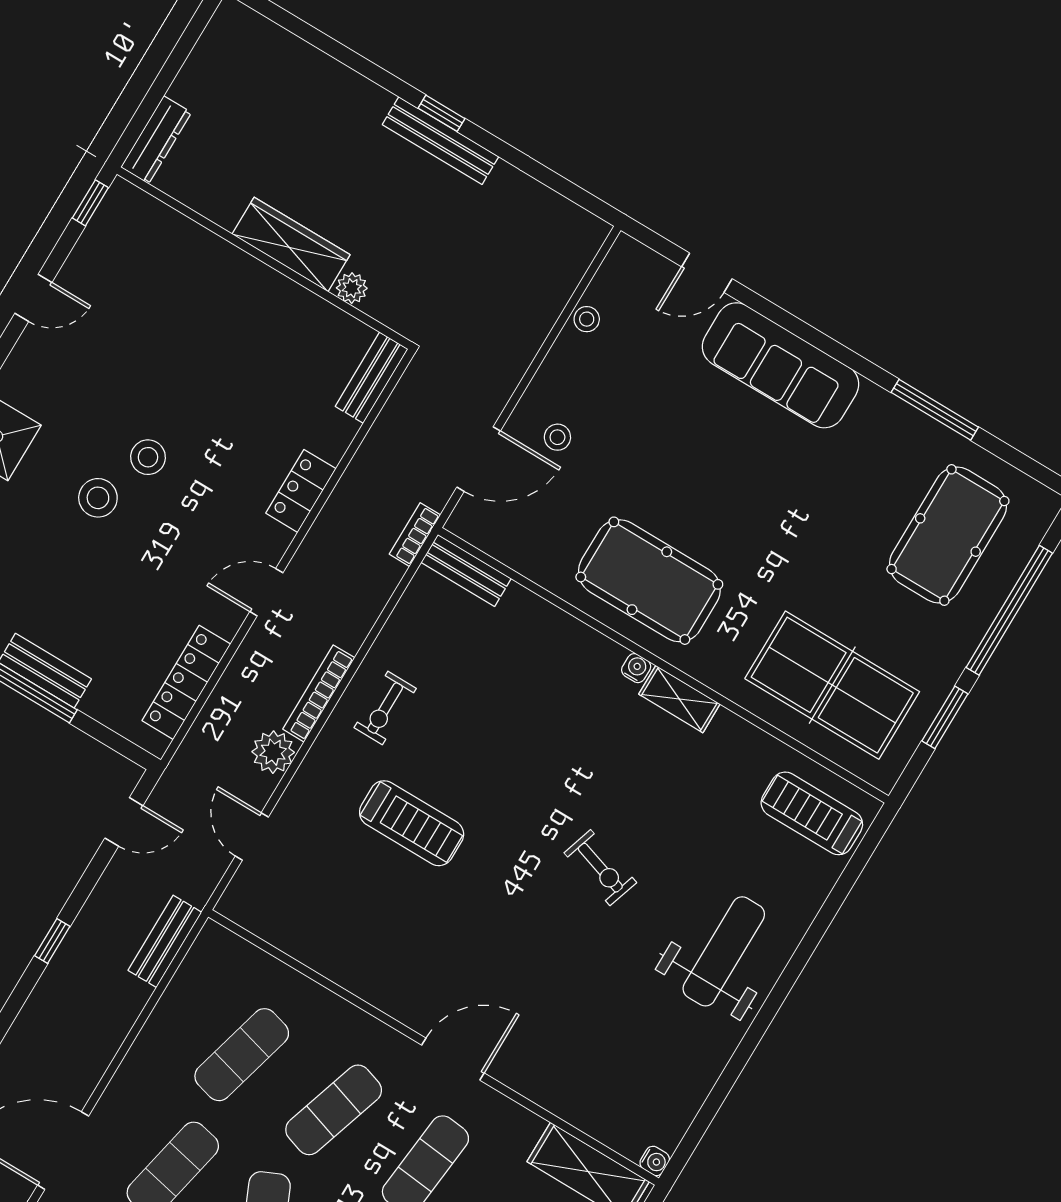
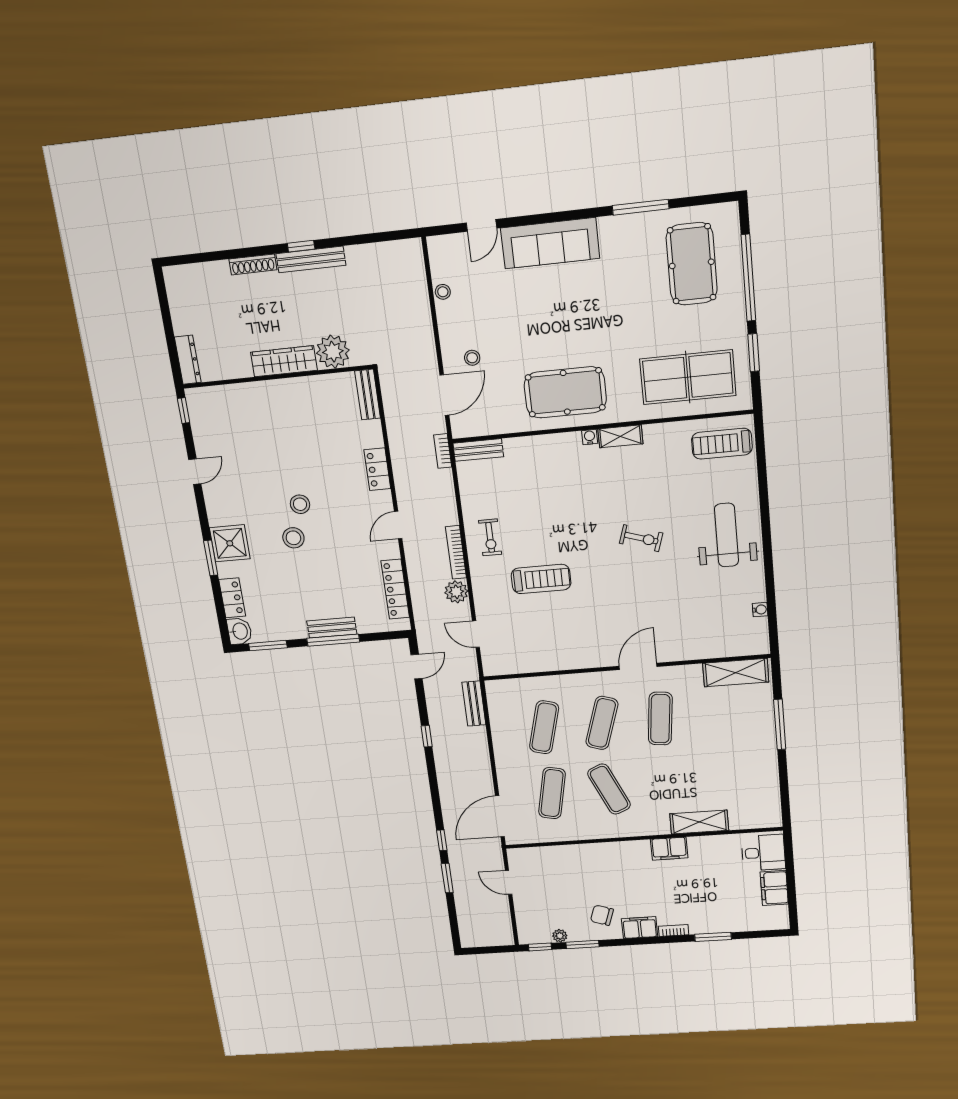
shoe rack: (355, 86) -> (253, 264), added
plant: (352, 288) -> (333, 352), width x1.88, depth x1.88
water cooler: (655, 1161) -> (760, 610), moved

